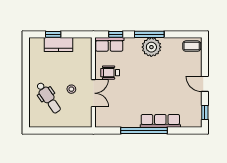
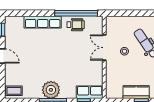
wheelchair: (110, 73) -> (76, 25), moved
window: (144, 130) -> (76, 13), moved

